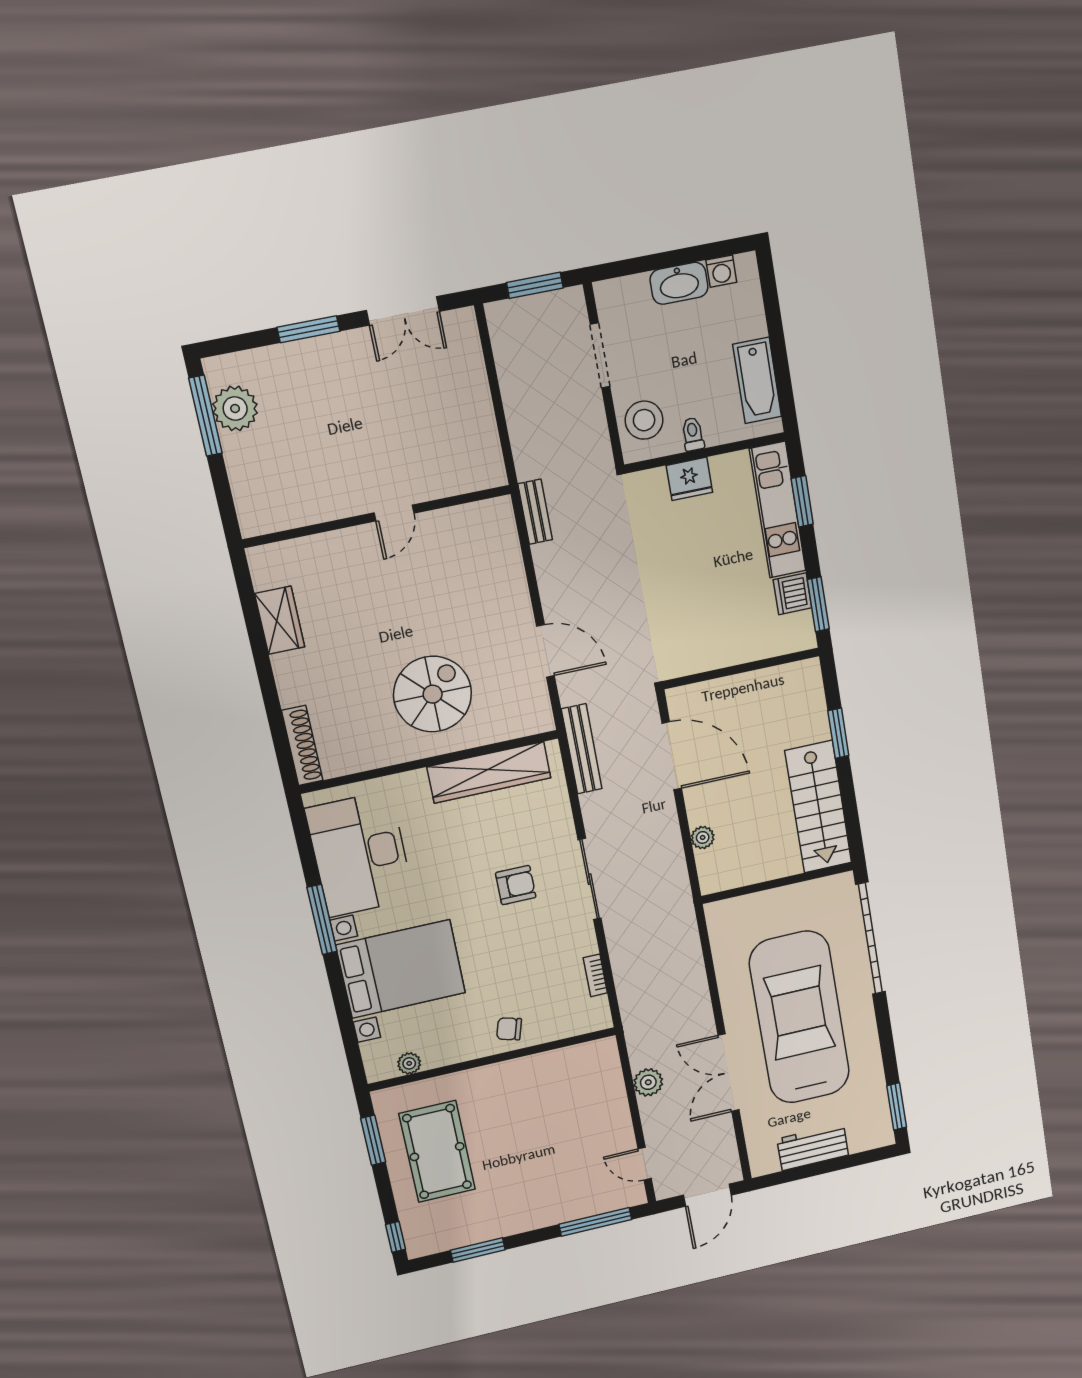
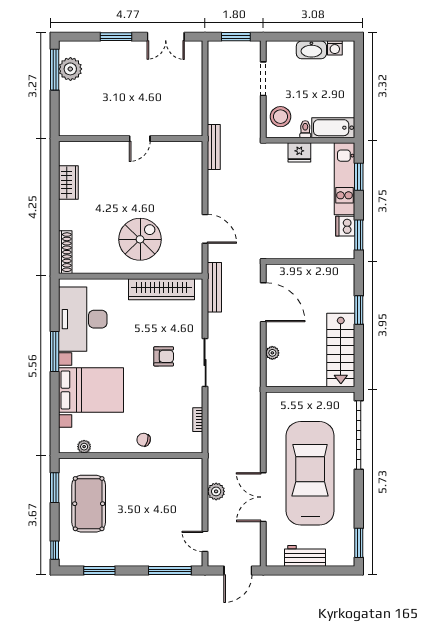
bathtub: (757, 380) -> (333, 128), moved, turned 90
bench: (535, 512) -> (214, 147), width x1.36

